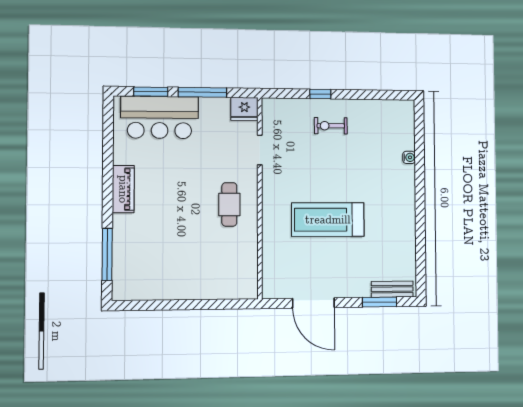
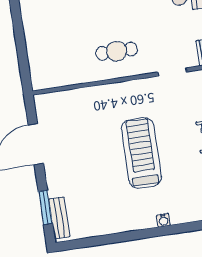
water cooler: (409, 157) -> (163, 220), moved
treadmill: (328, 220) -> (141, 153), moved

